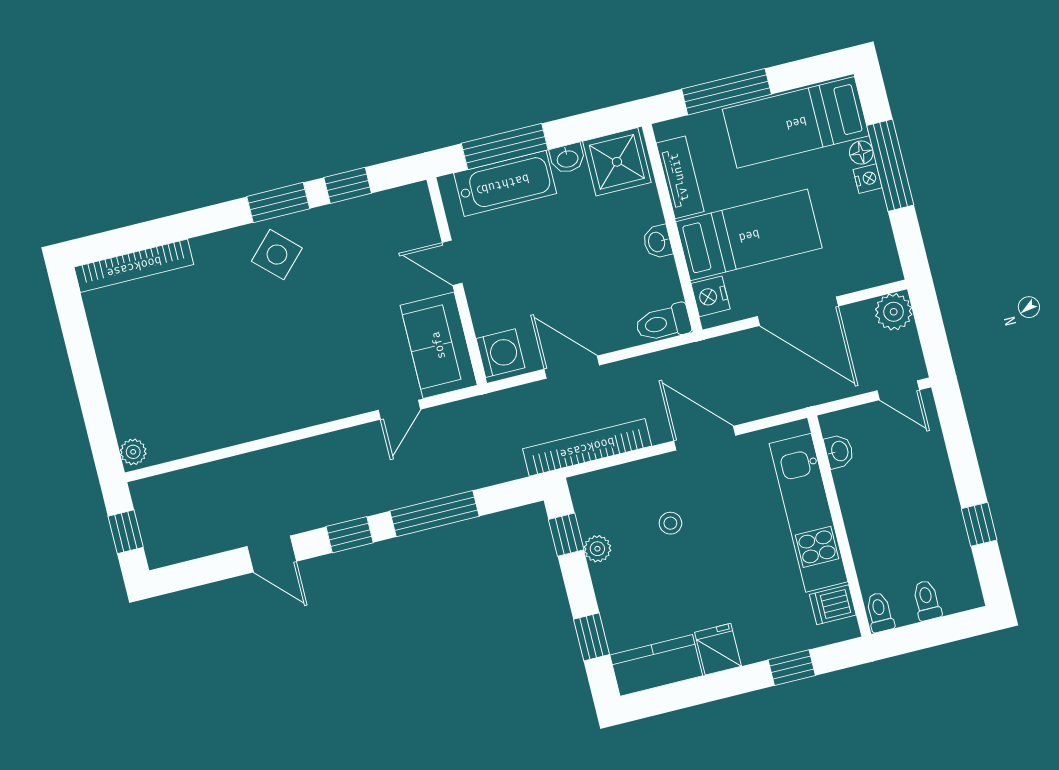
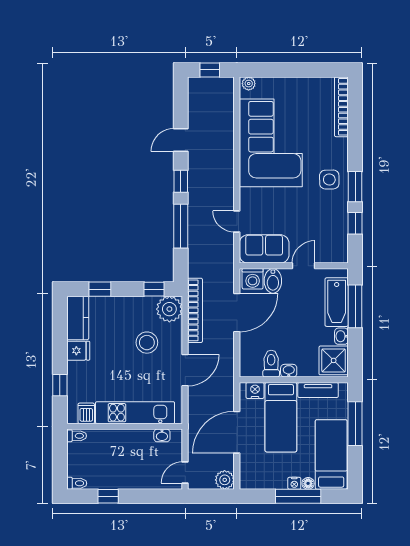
side table: (277, 255) -> (329, 180), turned 45
bidet: (495, 314) -> (273, 281), added
toilet: (663, 323) -> (271, 364), moved
door: (572, 367) -> (237, 313), width x1.36
corner sofa: (235, 382) -> (271, 143), added
stool: (670, 523) -> (147, 343), width x1.89, depth x1.89
plant: (597, 549) -> (169, 309), moved, width x1.88, depth x1.88
toilet: (927, 600) -> (77, 483), moved

